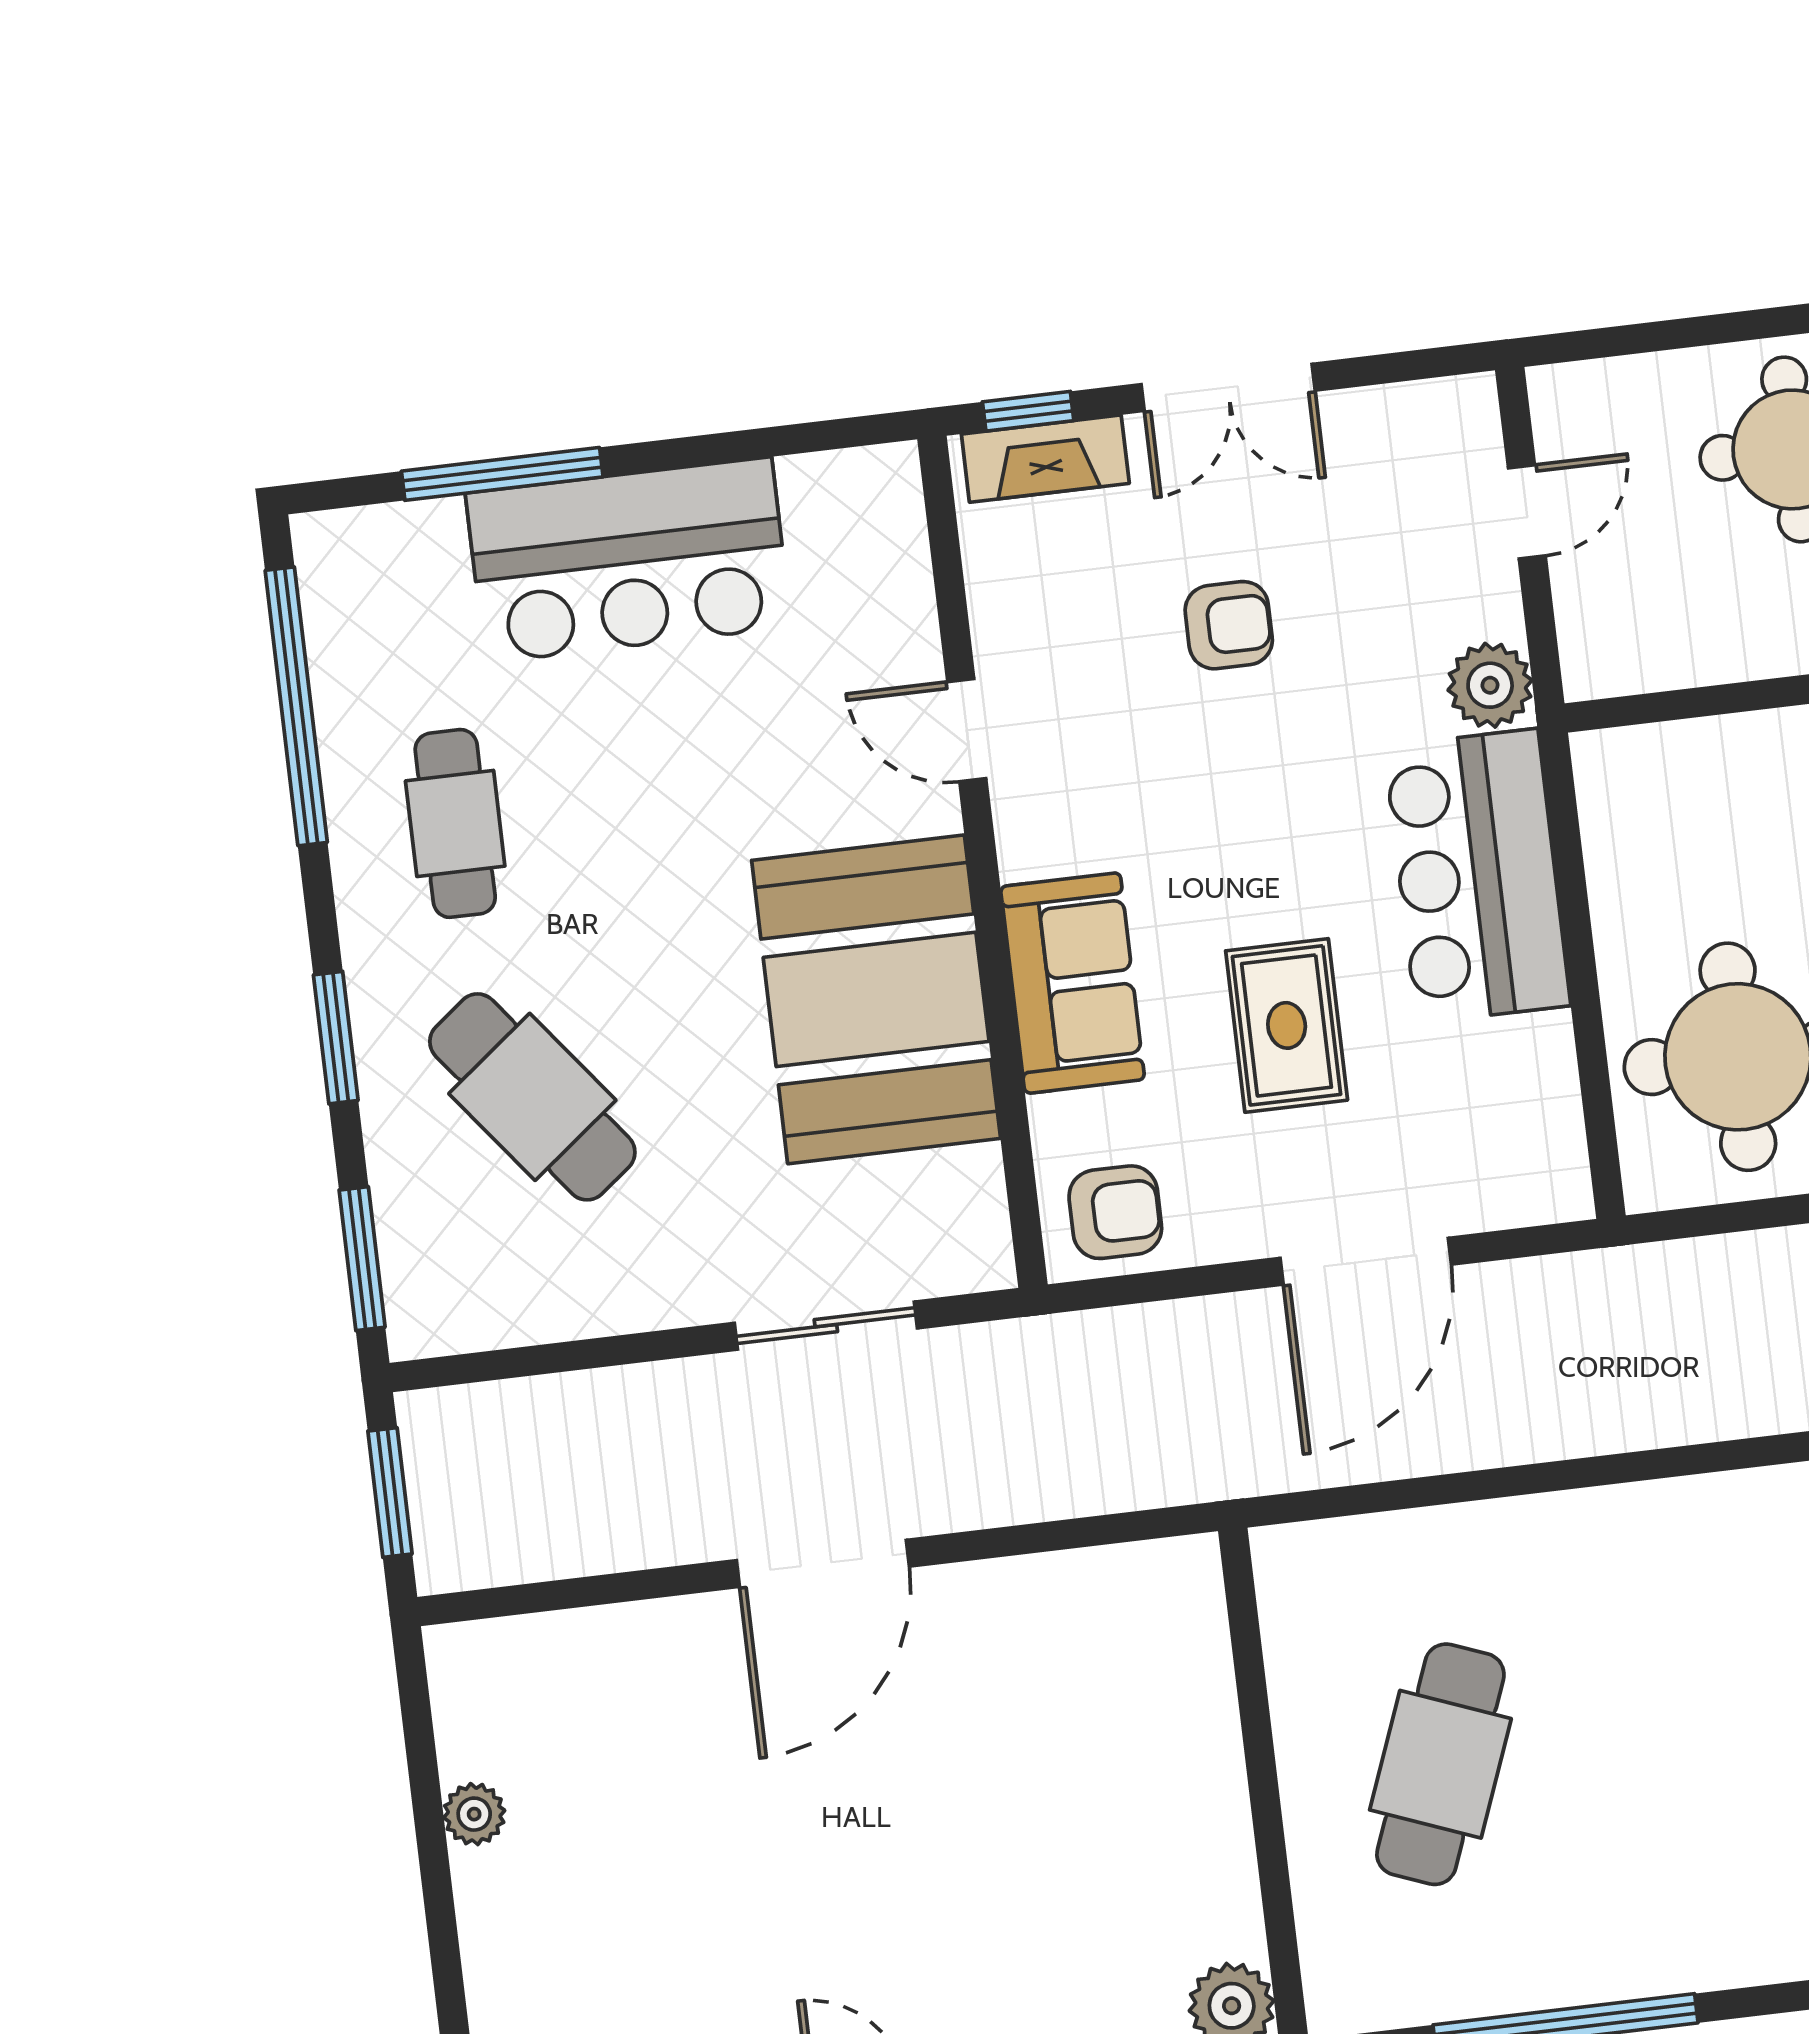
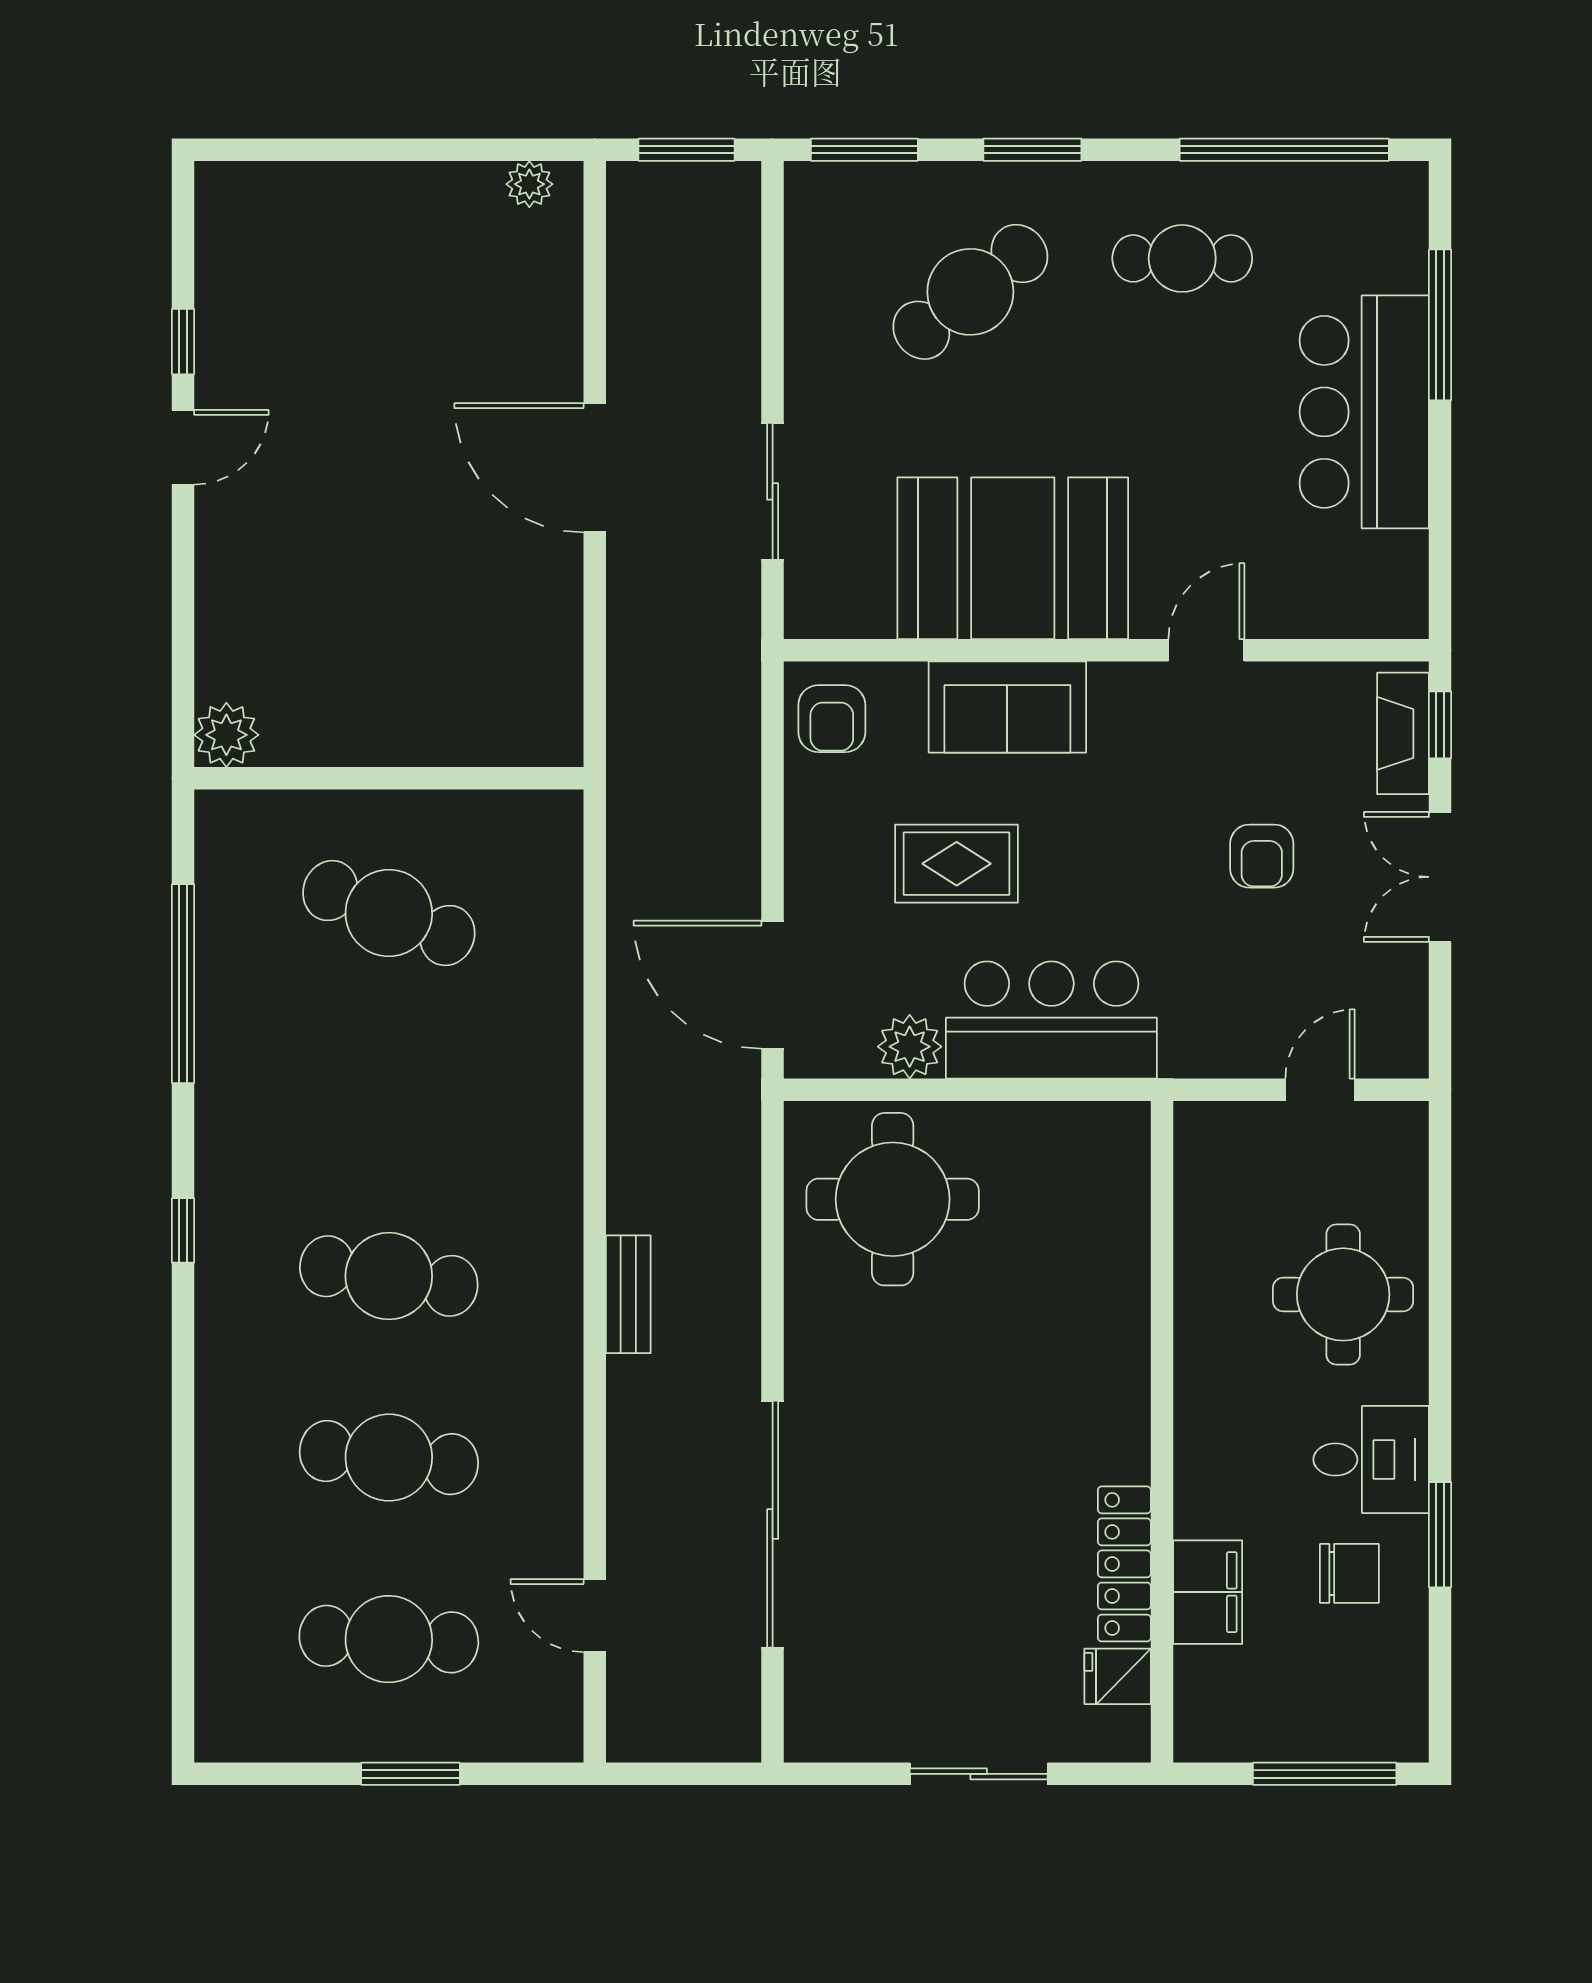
door: (1527, 512) -> (1320, 1090), swing flipped
plant: (1490, 685) -> (910, 1047), moved
door: (1366, 1261) -> (773, 985), moved
plant: (474, 1814) -> (529, 184), moved

